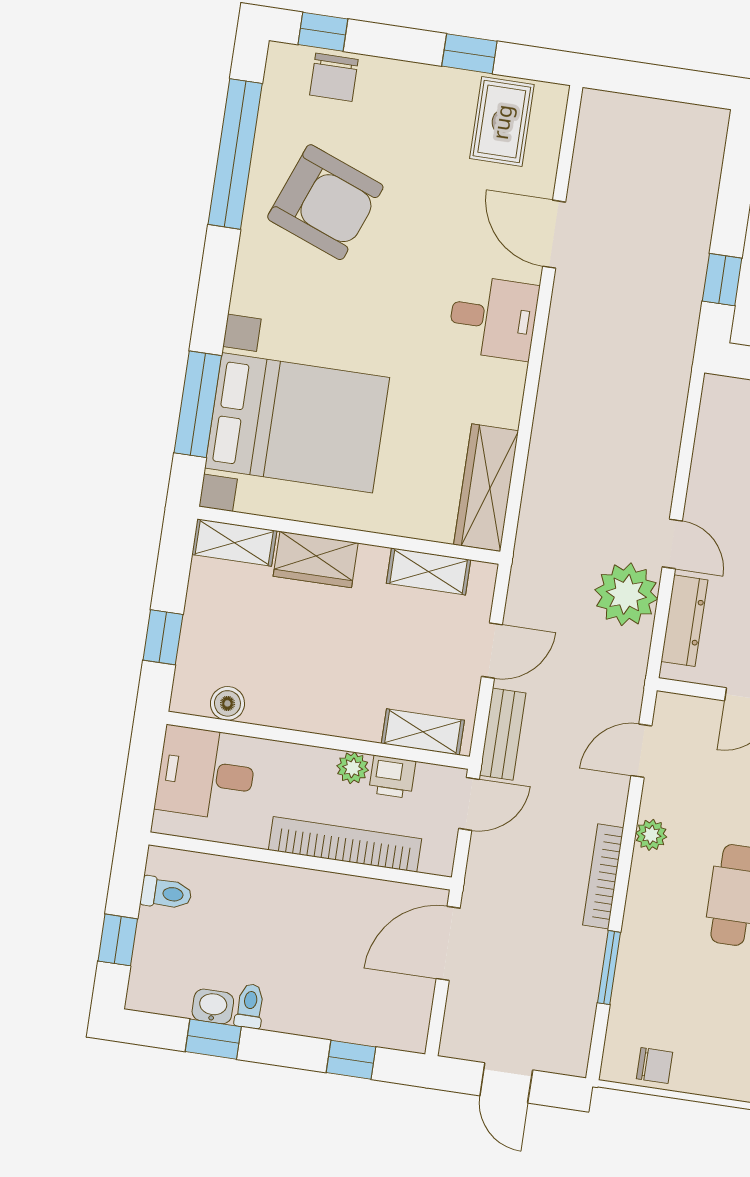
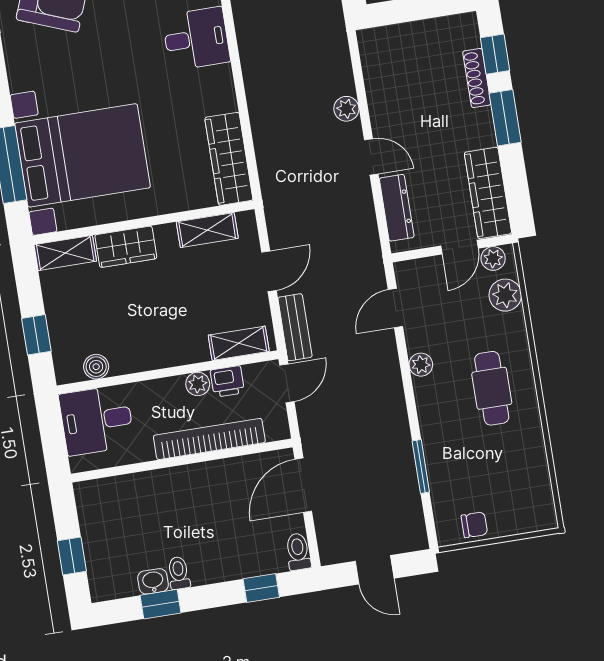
plant: (626, 594) -> (346, 109), moved, width x0.53, depth x0.53
bookcase: (603, 876) -> (397, 404), removed
toilet: (166, 893) -> (298, 552), moved, turned -90

